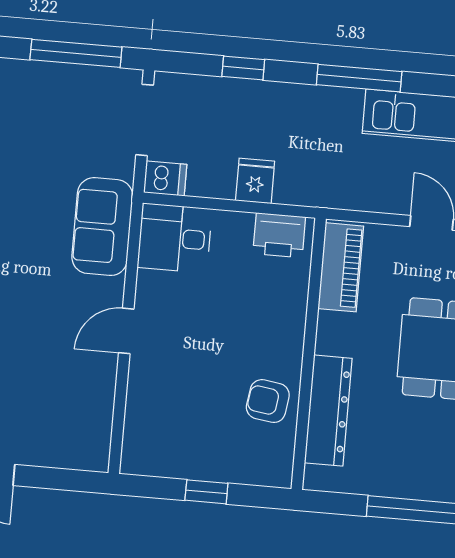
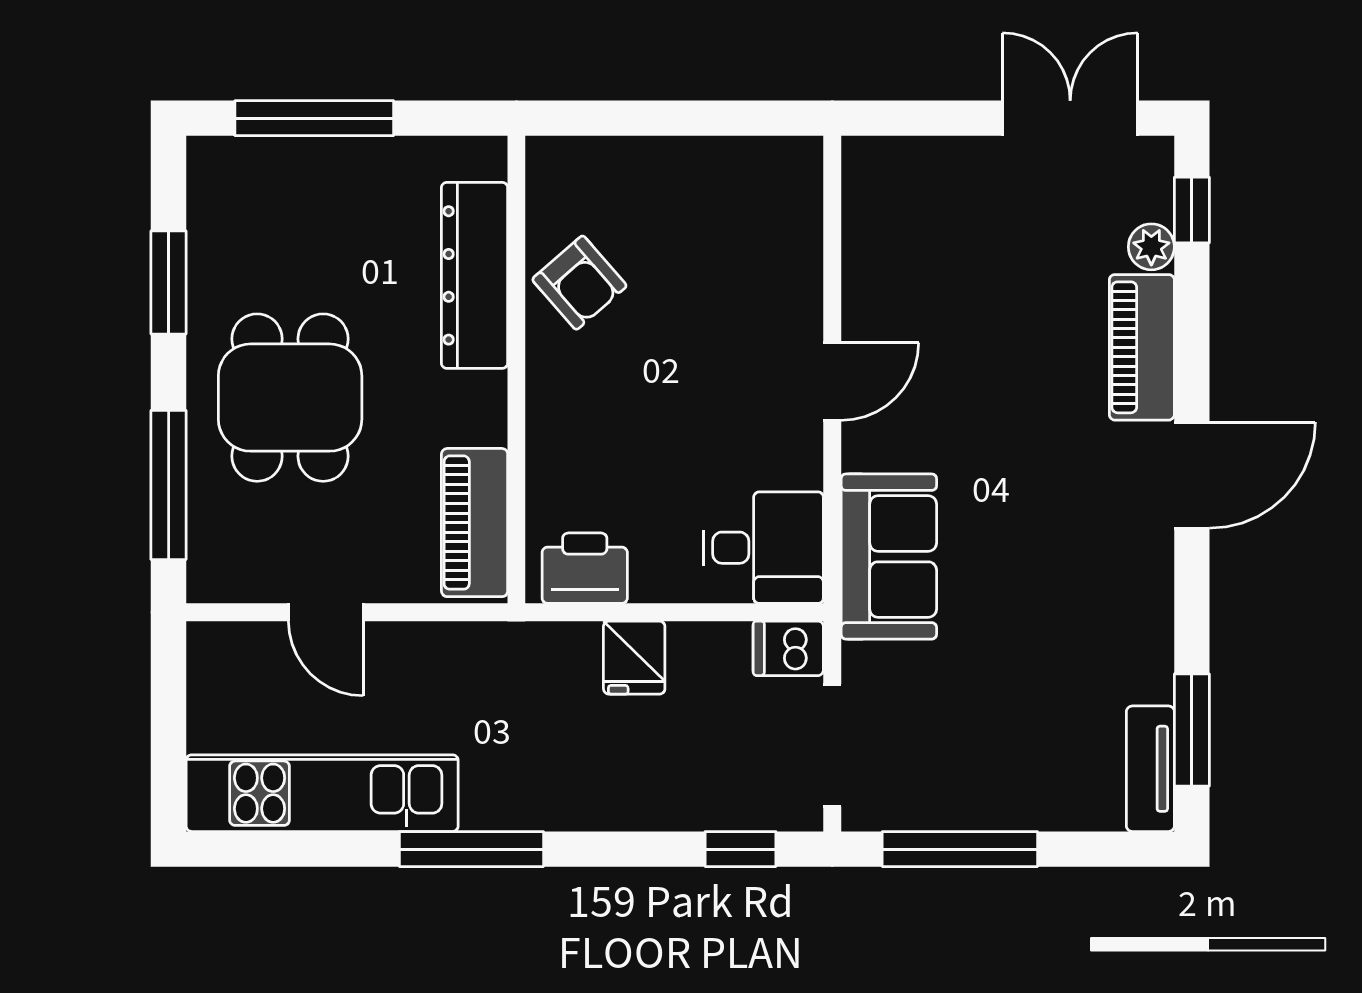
window: (243, 68) -> (740, 849), moved
armchair: (268, 401) -> (579, 283), turned 41
window: (206, 492) -> (671, 118), removed

